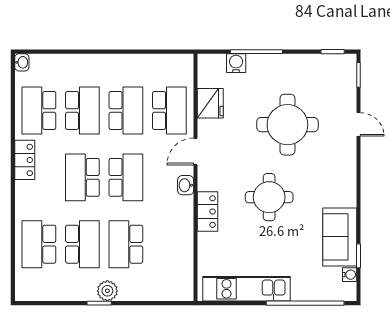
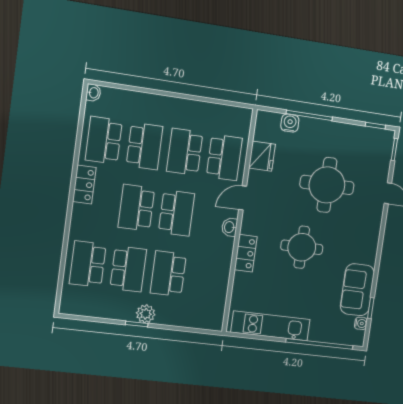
school desk: (126, 110) -> (185, 152), turned 180

